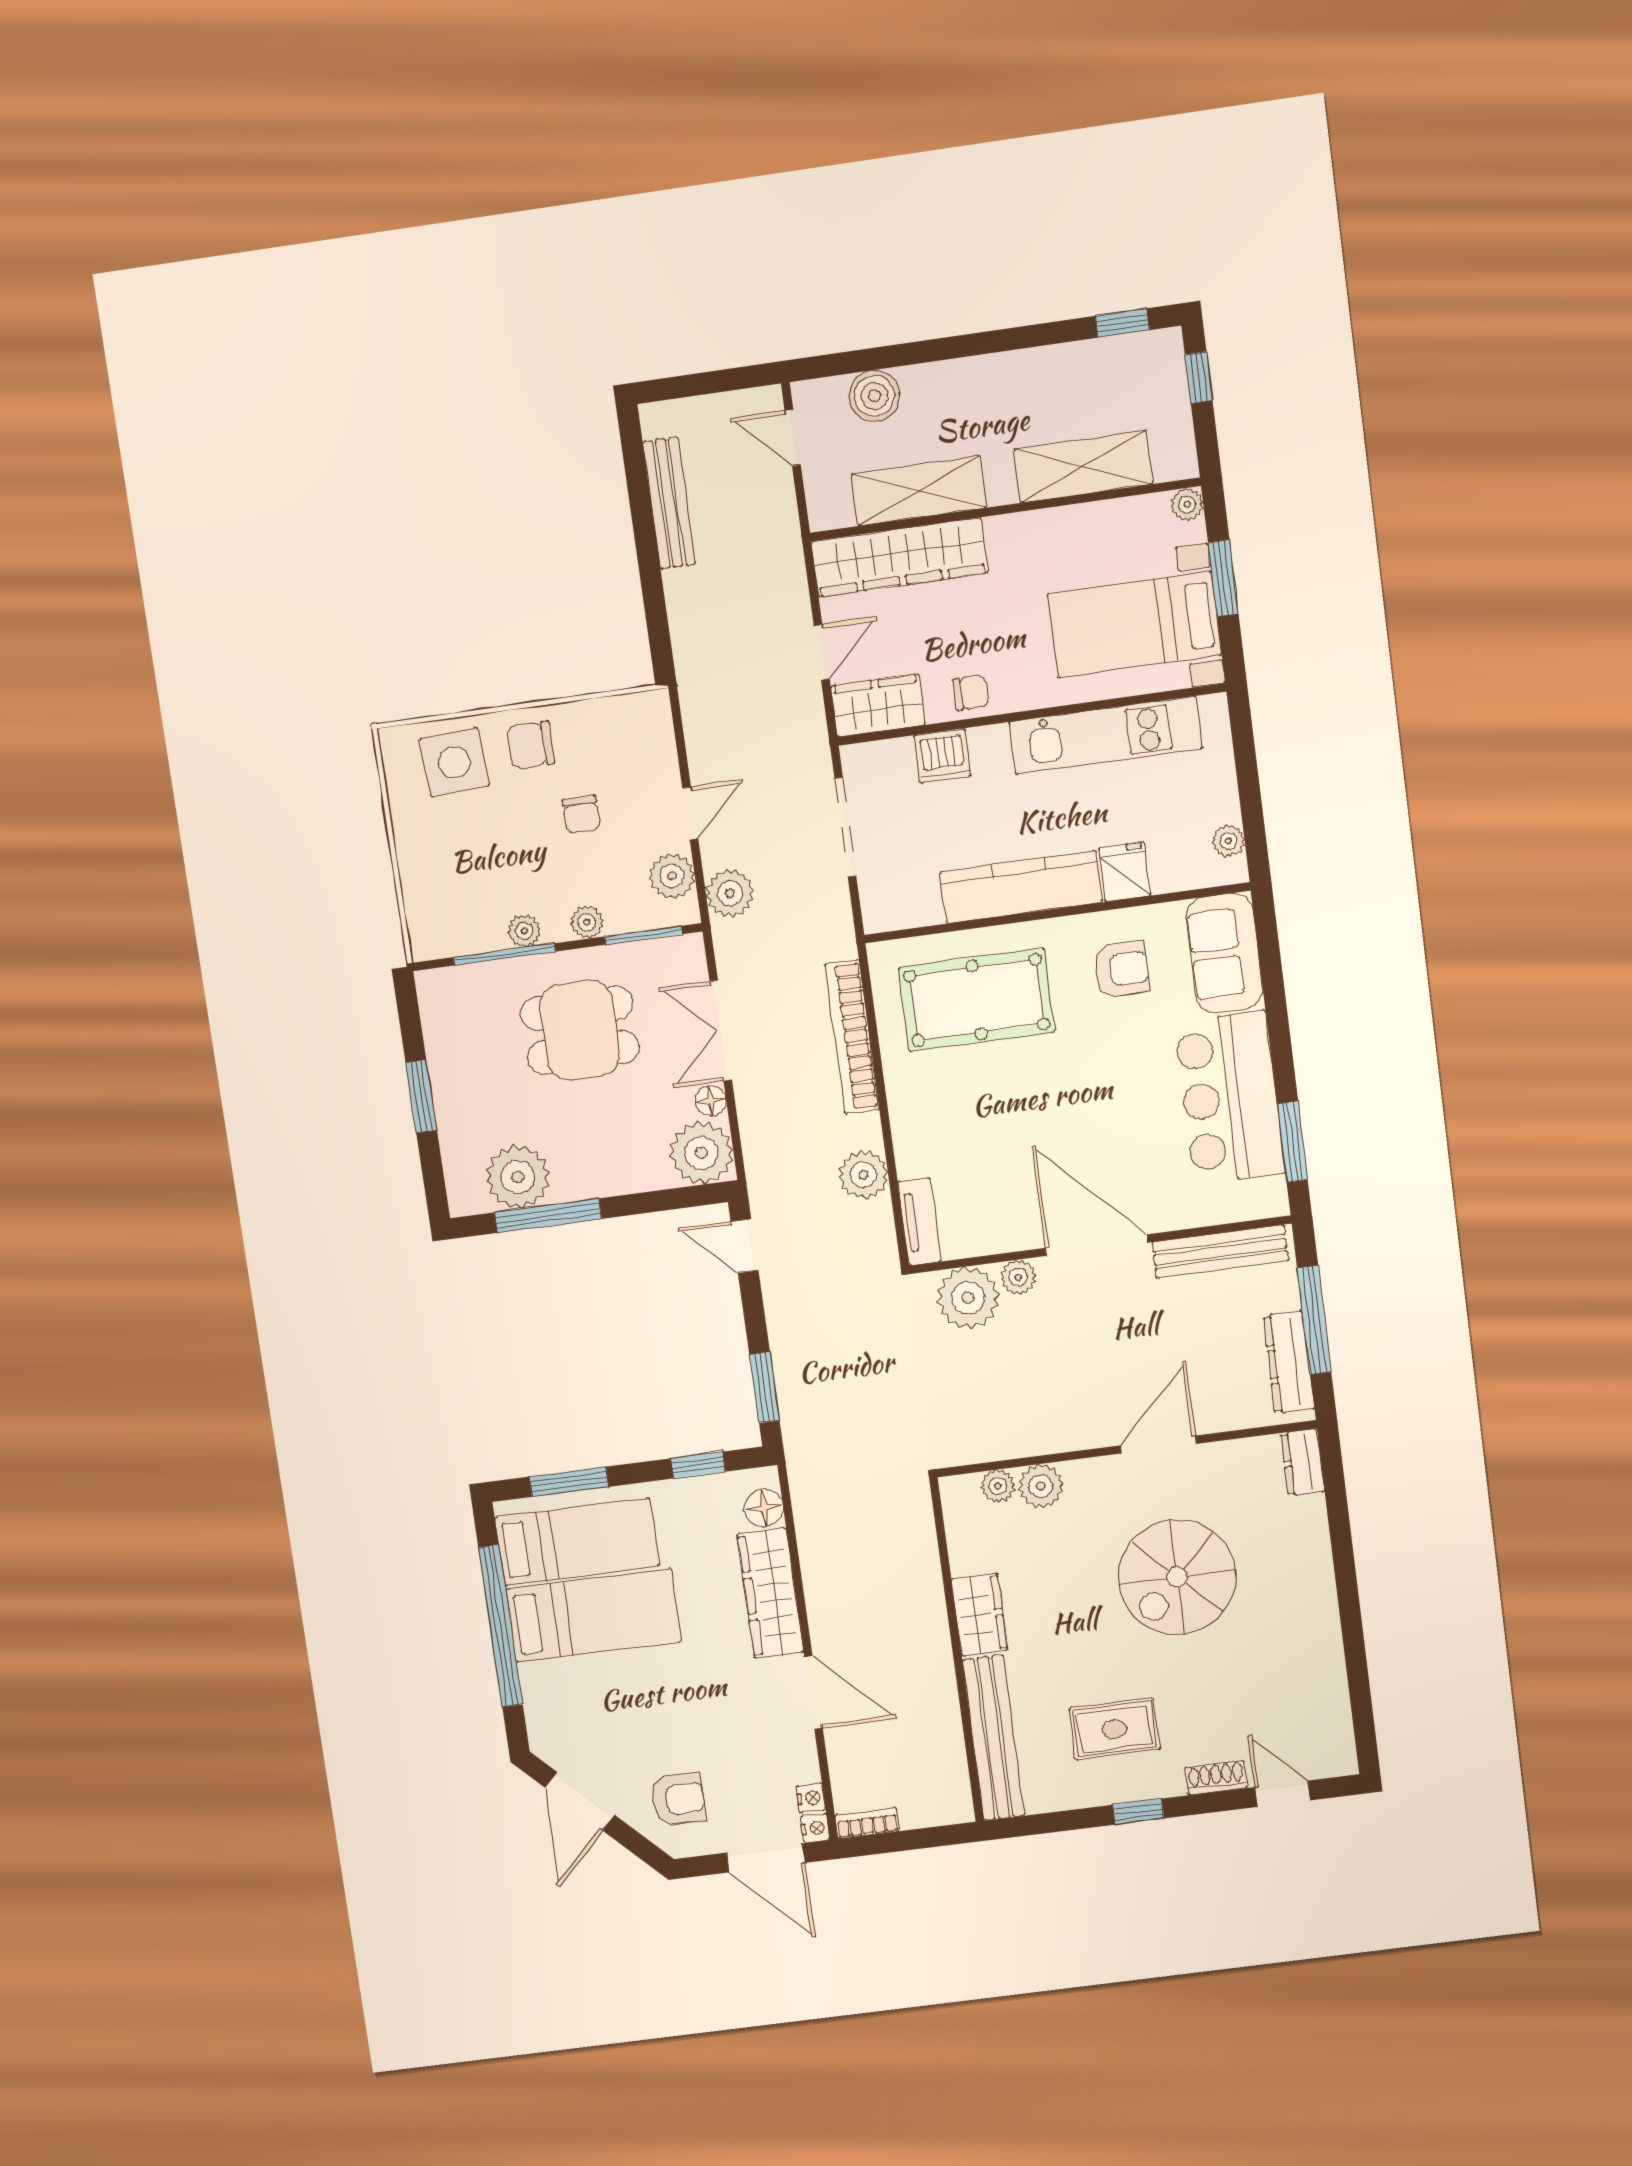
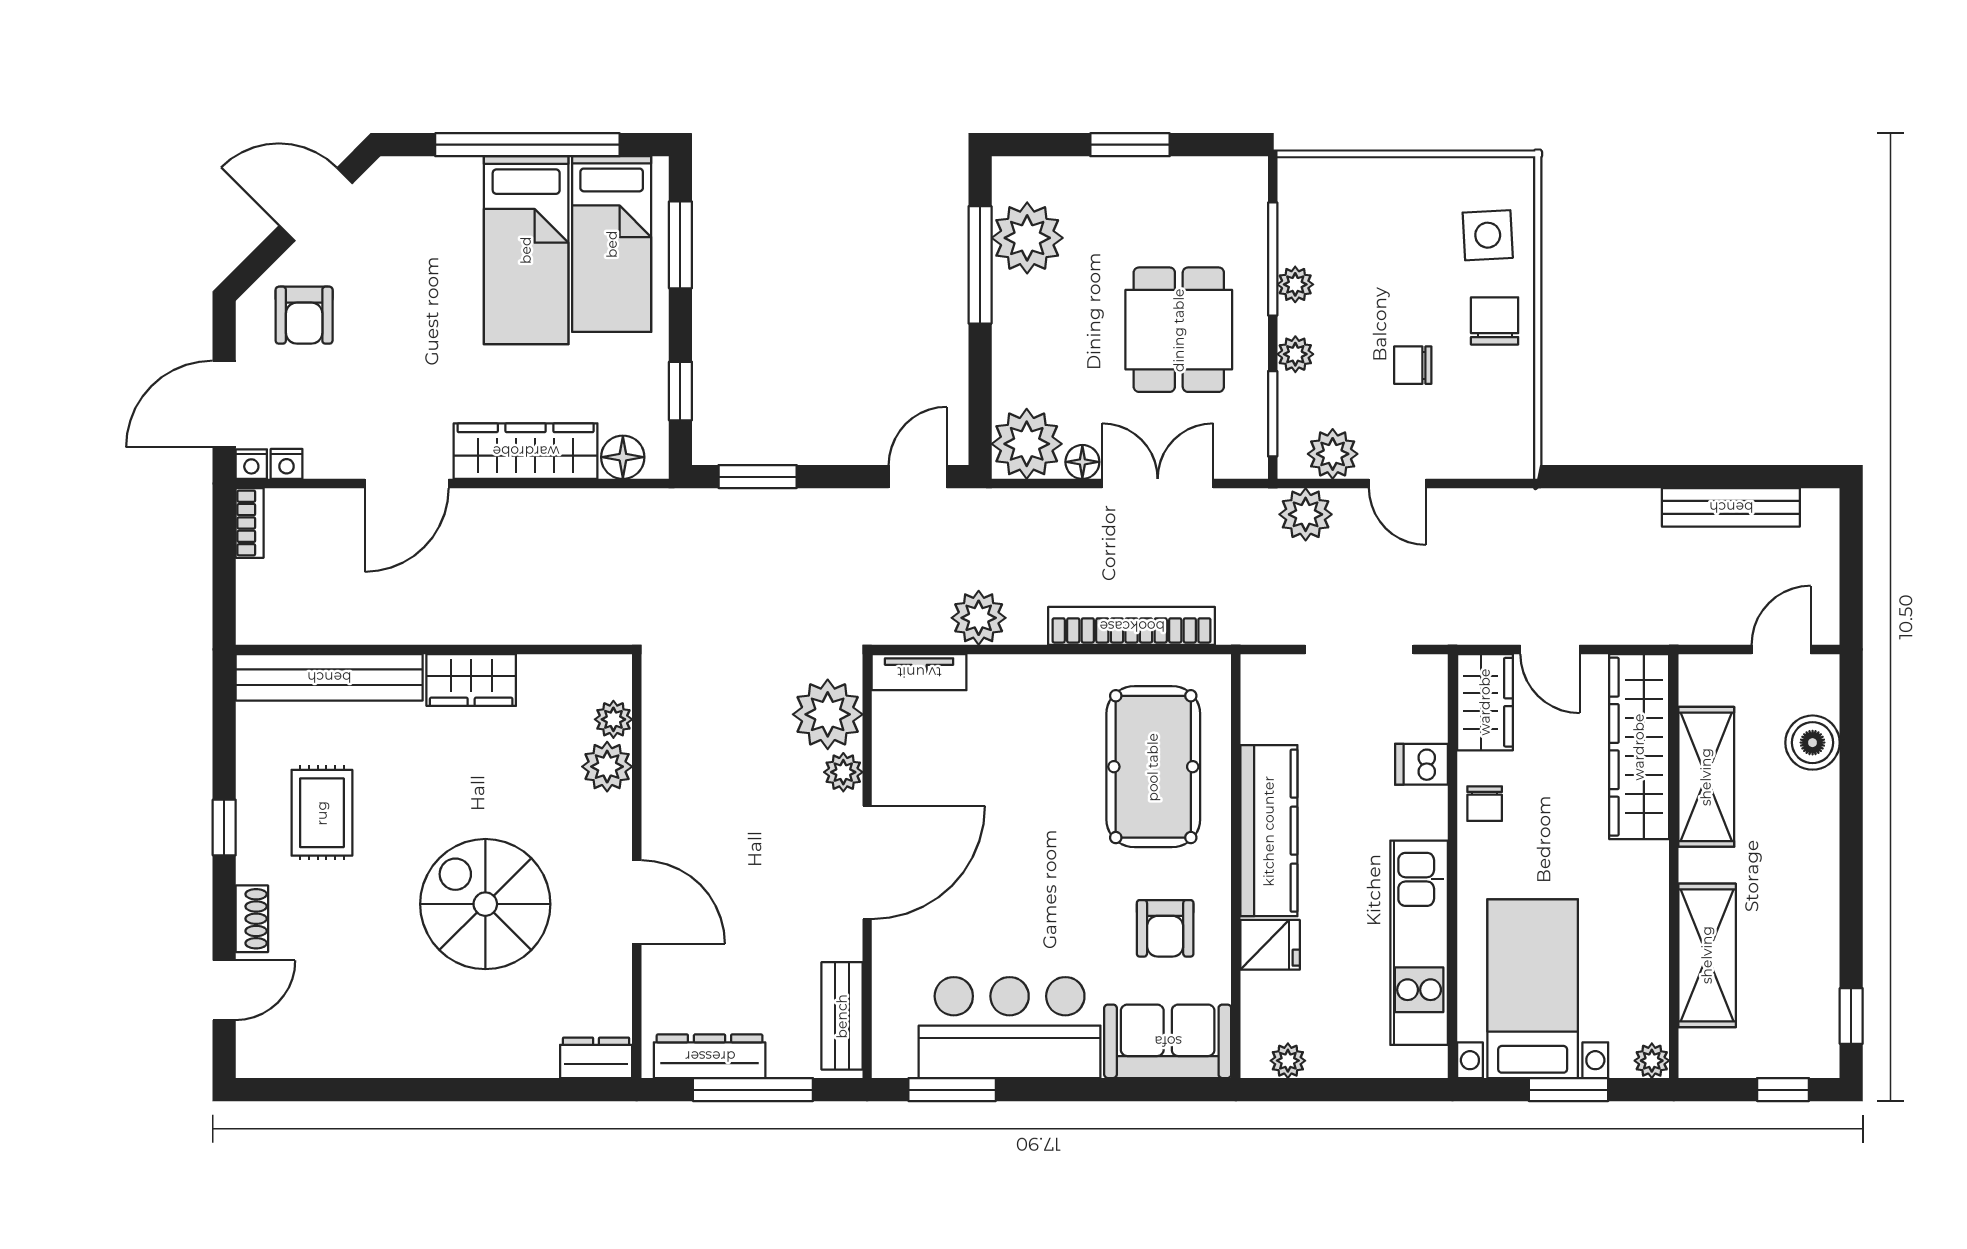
dishwasher: (942, 756) -> (1421, 764), width x0.73
side table: (454, 762) -> (1488, 235), width x0.73, depth x0.73
bench: (1220, 1252) -> (842, 1016), width x0.73

